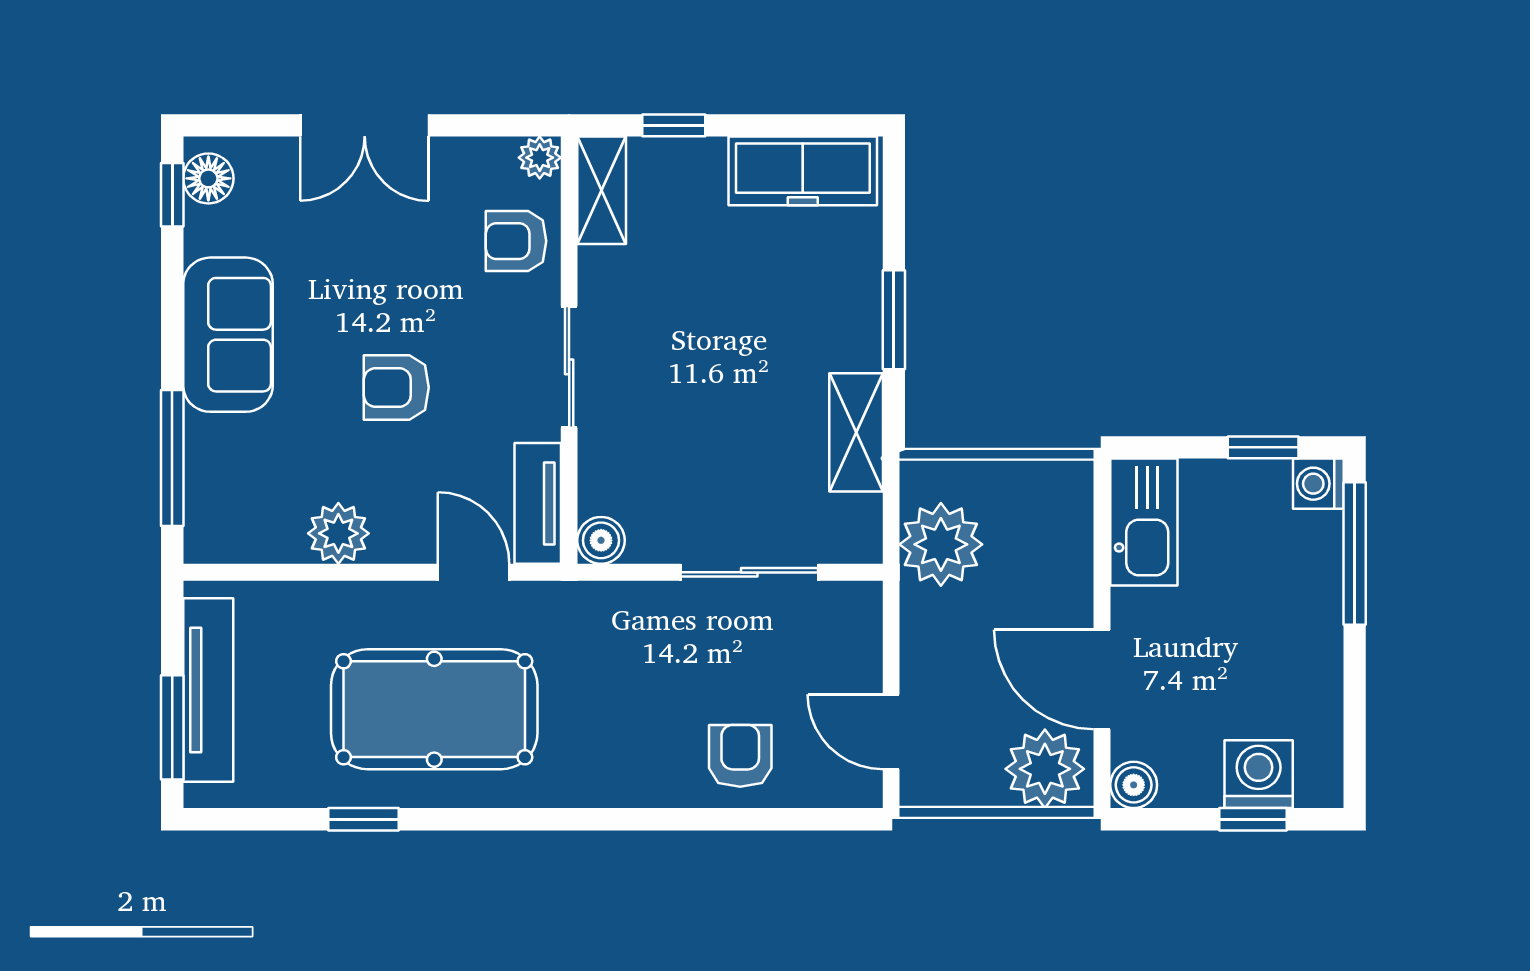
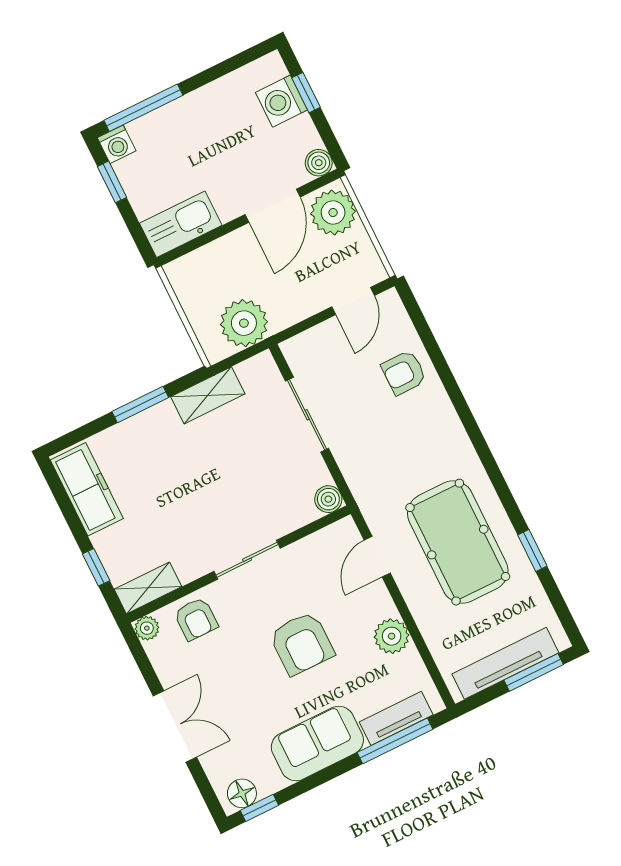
armchair: (396, 388) -> (302, 643), width x1.38, depth x1.38
tv unit: (538, 503) -> (396, 718), moved, turned 180

